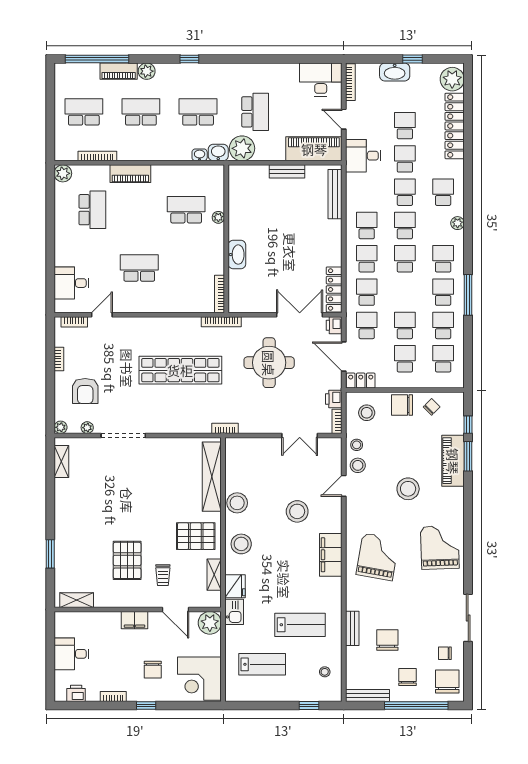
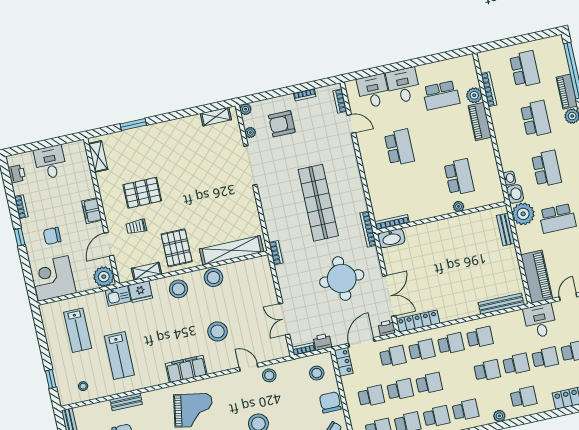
bench: (287, 171) -> (506, 229), moved
plant: (63, 173) -> (474, 95), moved
desk: (72, 249) -> (403, 85), added
washbasin: (237, 255) -> (391, 238), moved
school desk: (405, 259) -> (429, 383), moved
stool: (357, 445) -> (287, 370), removed

